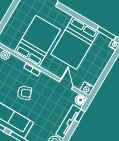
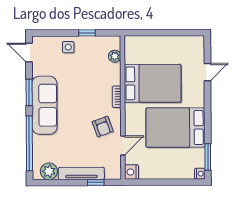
armchair: (24, 93) -> (103, 127), moved
floor lamp: (81, 100) -> (114, 173), removed

